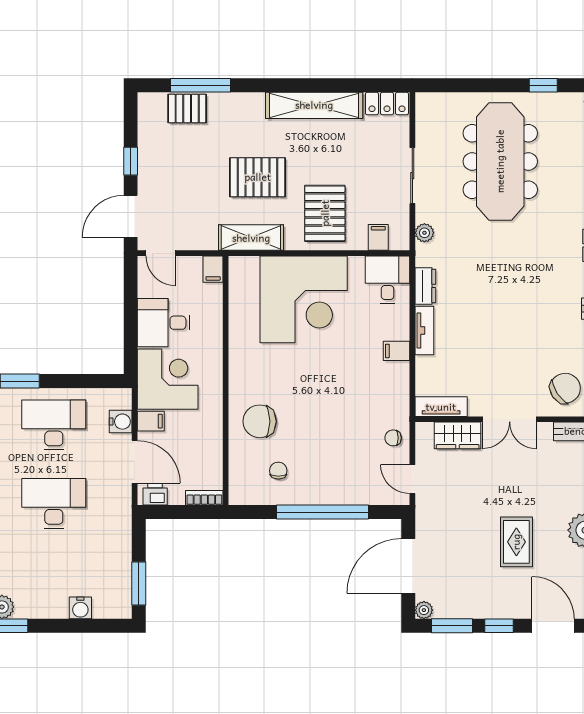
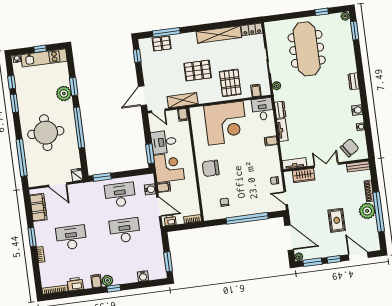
window: (131, 161) -> (137, 56), moved
shelving: (251, 238) -> (183, 100), moved
window: (131, 344) -> (150, 154), added
double door: (510, 419) -> (326, 165), swing flipped
chair: (260, 421) -> (211, 168), moved
door: (408, 566) -> (289, 238), swing flipped

